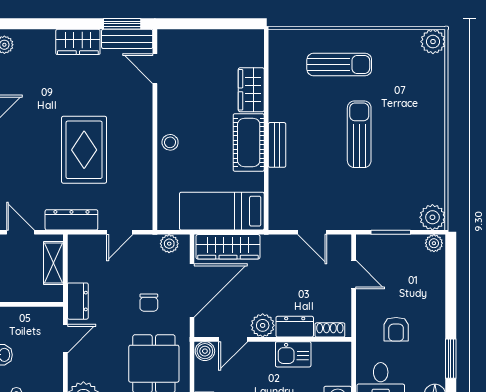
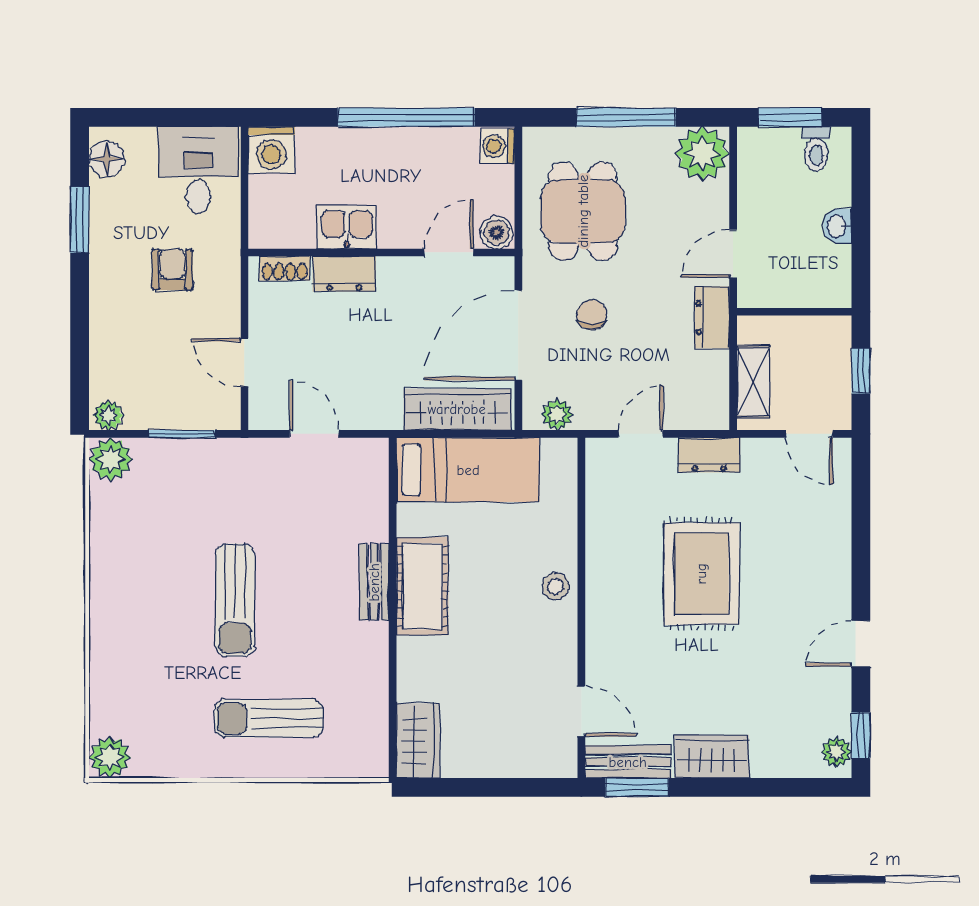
wardrobe: (251, 90) -> (418, 741), moved
dresser: (71, 220) -> (709, 455), width x0.70
plant: (263, 325) -> (399, 276), removed

